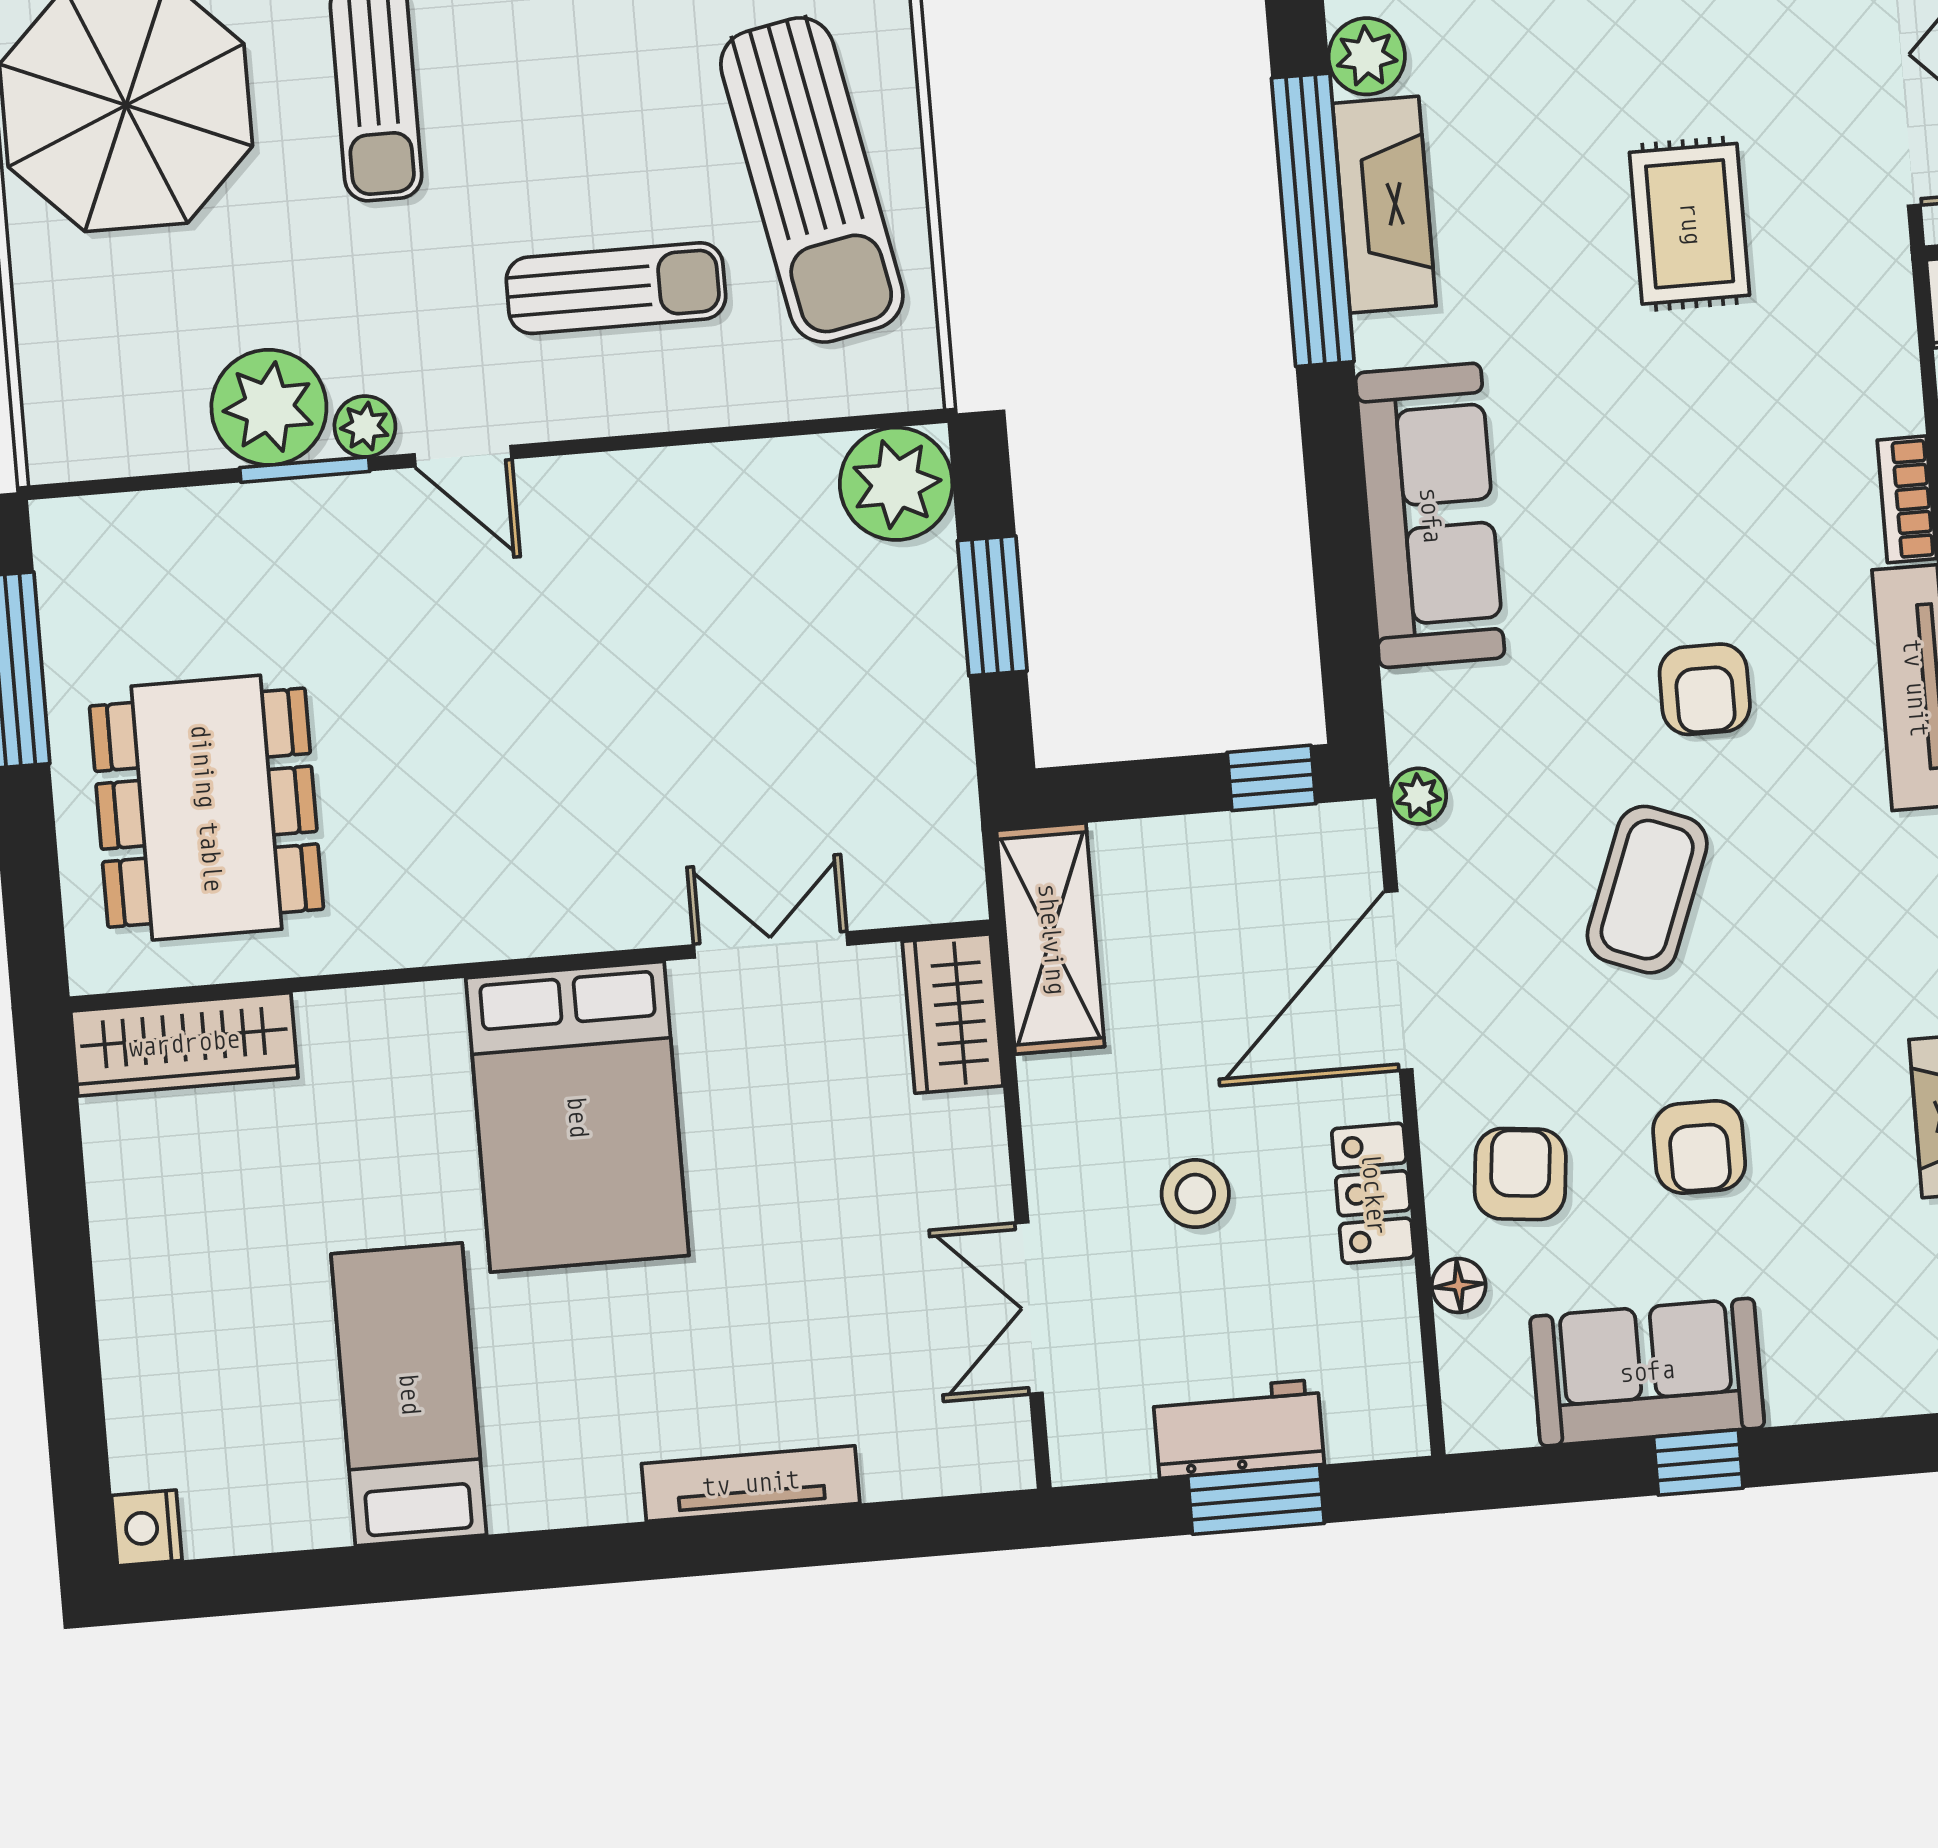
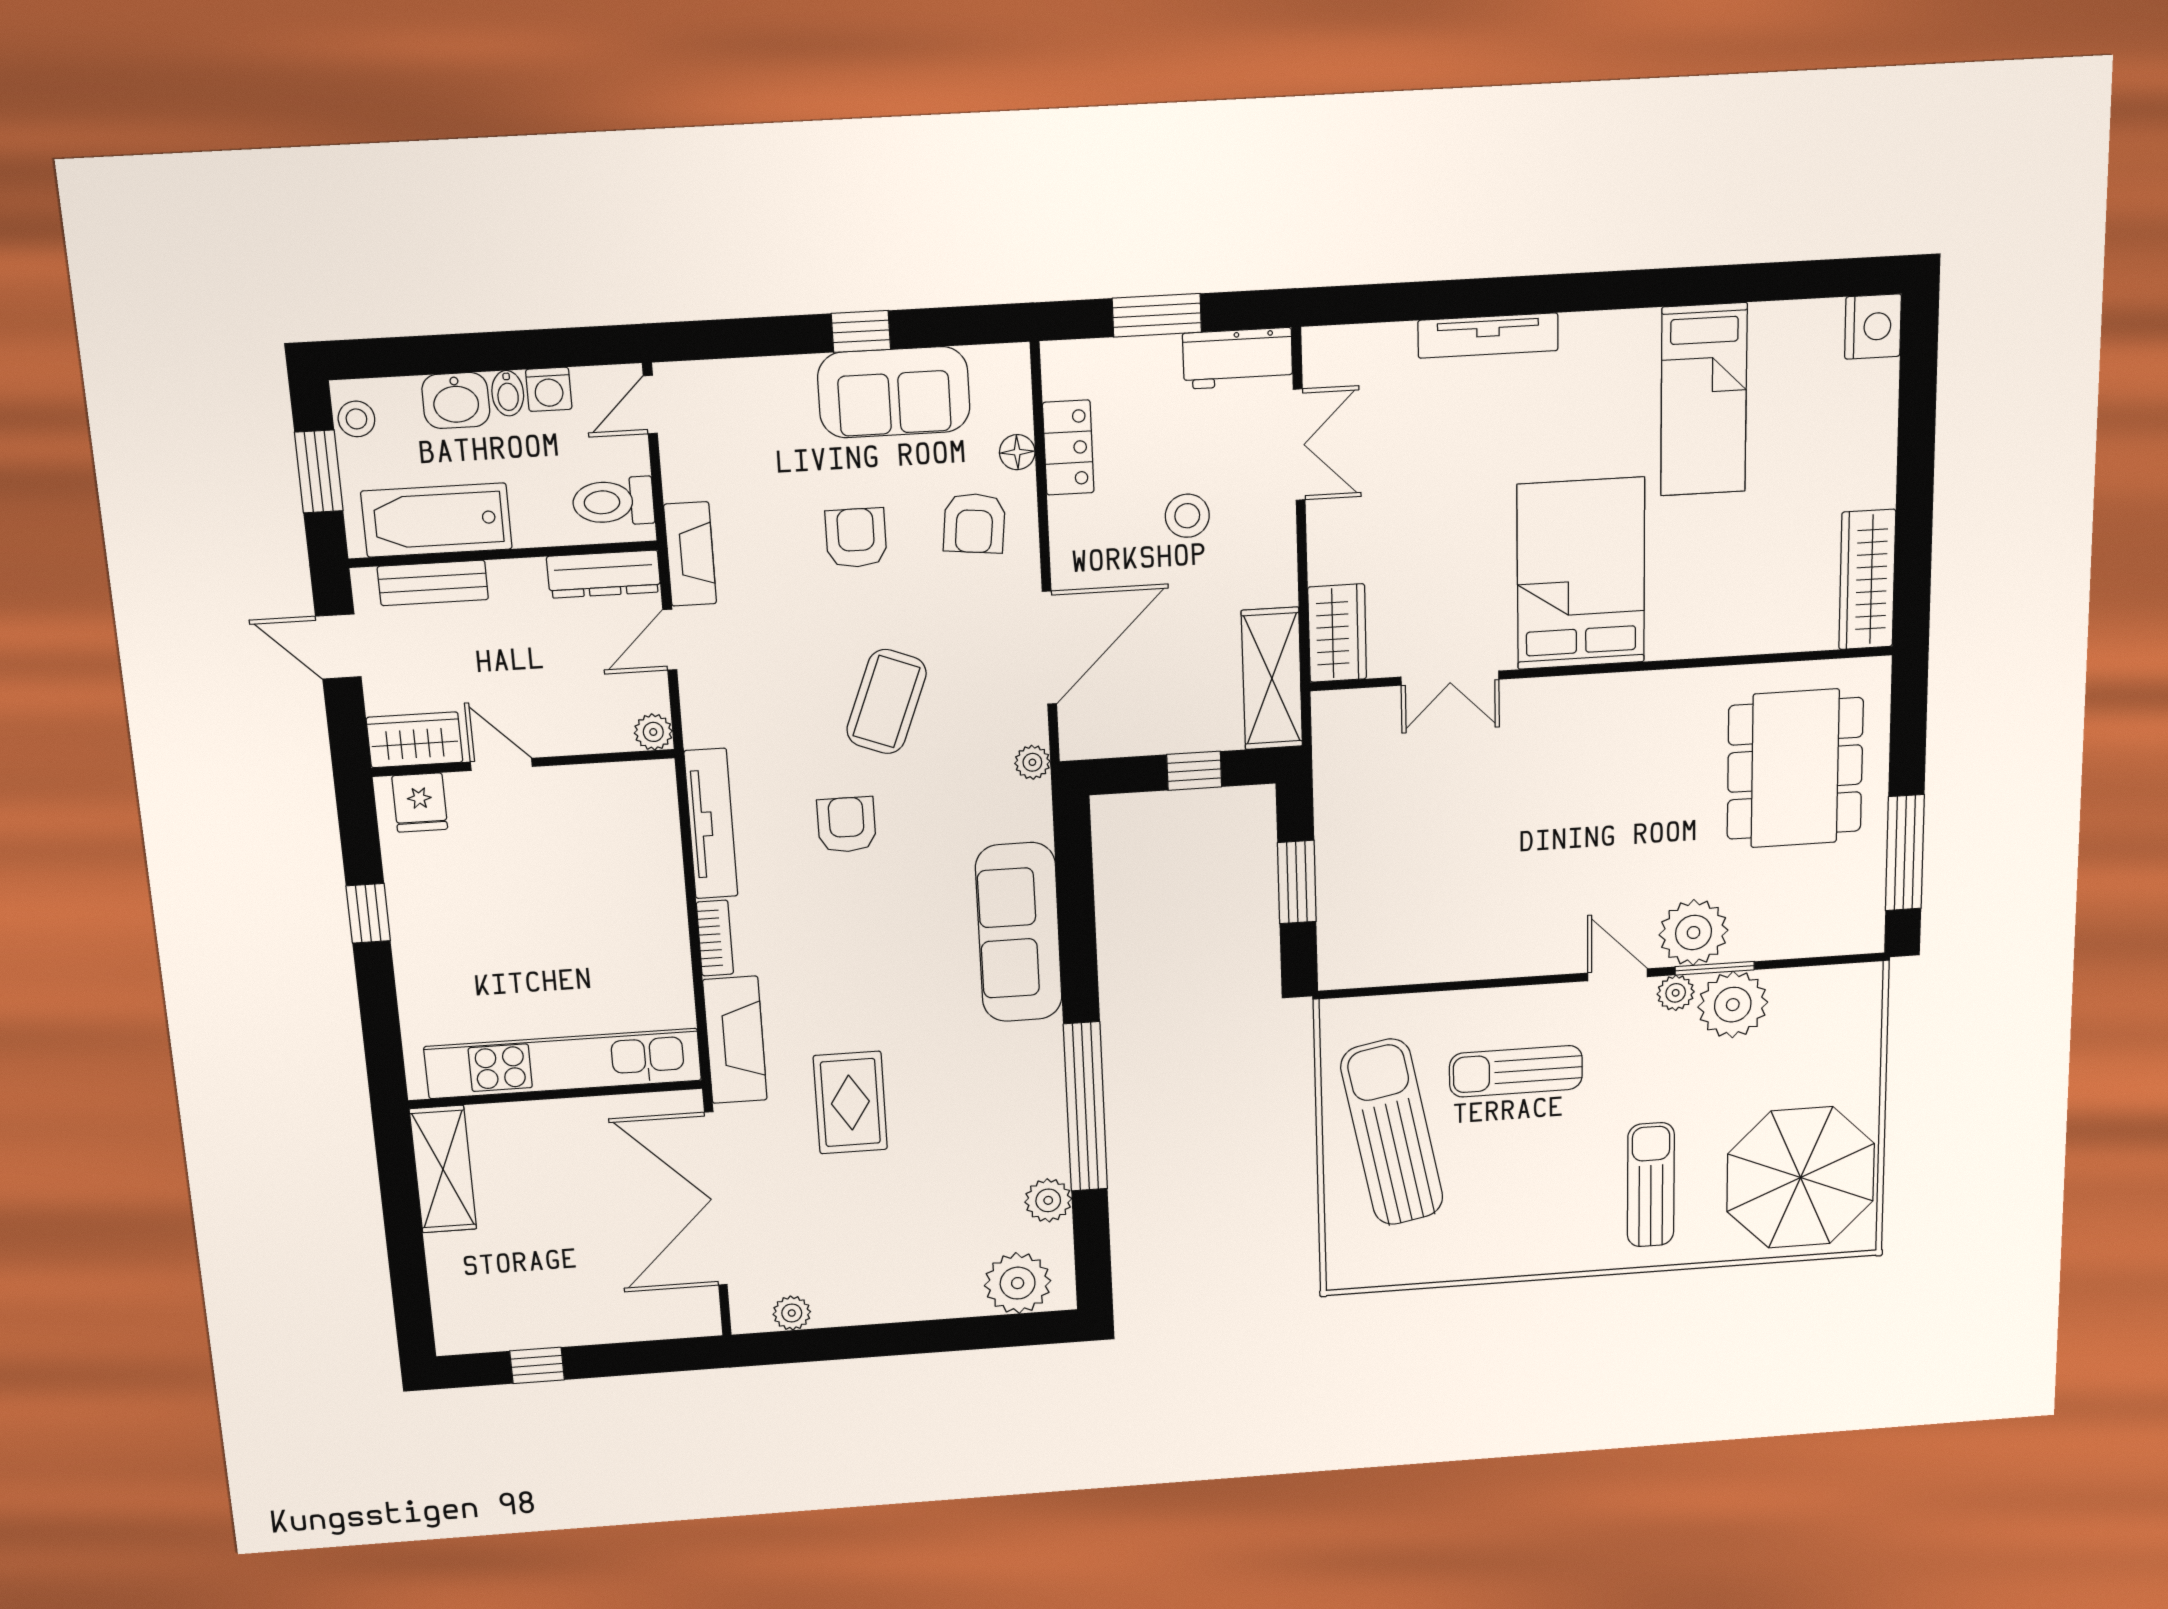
fireplace: (1384, 205) -> (735, 1040), moved, turned 180
plant: (896, 484) -> (1694, 932), moved
window: (1272, 778) -> (1194, 771), moved
wardrobe: (184, 1044) -> (1867, 580), moved, turned -90
locker: (1373, 1193) -> (1068, 448), moved
workbench: (1238, 1429) -> (1238, 358), moved
nightstand: (147, 1528) -> (1873, 327), width x1.36, depth x1.33

